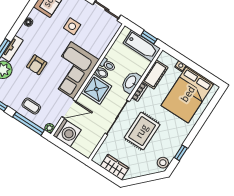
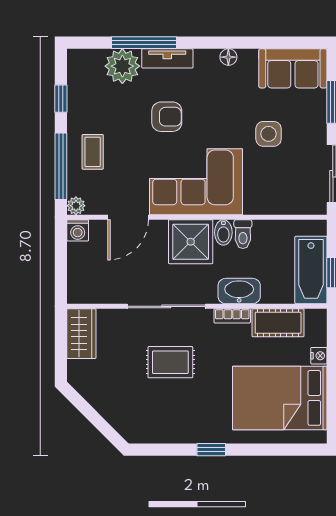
armchair: (37, 65) -> (167, 117), turned 180
door: (69, 109) -> (128, 217), hinge flipped
rug: (142, 131) -> (170, 362), width x0.73, depth x0.70
washing machine: (67, 133) -> (78, 230), width x0.53, depth x0.53
window: (181, 153) -> (211, 450), moved
stool: (163, 163) -> (140, 430), removed
wardrobe: (115, 167) -> (81, 334), moved

